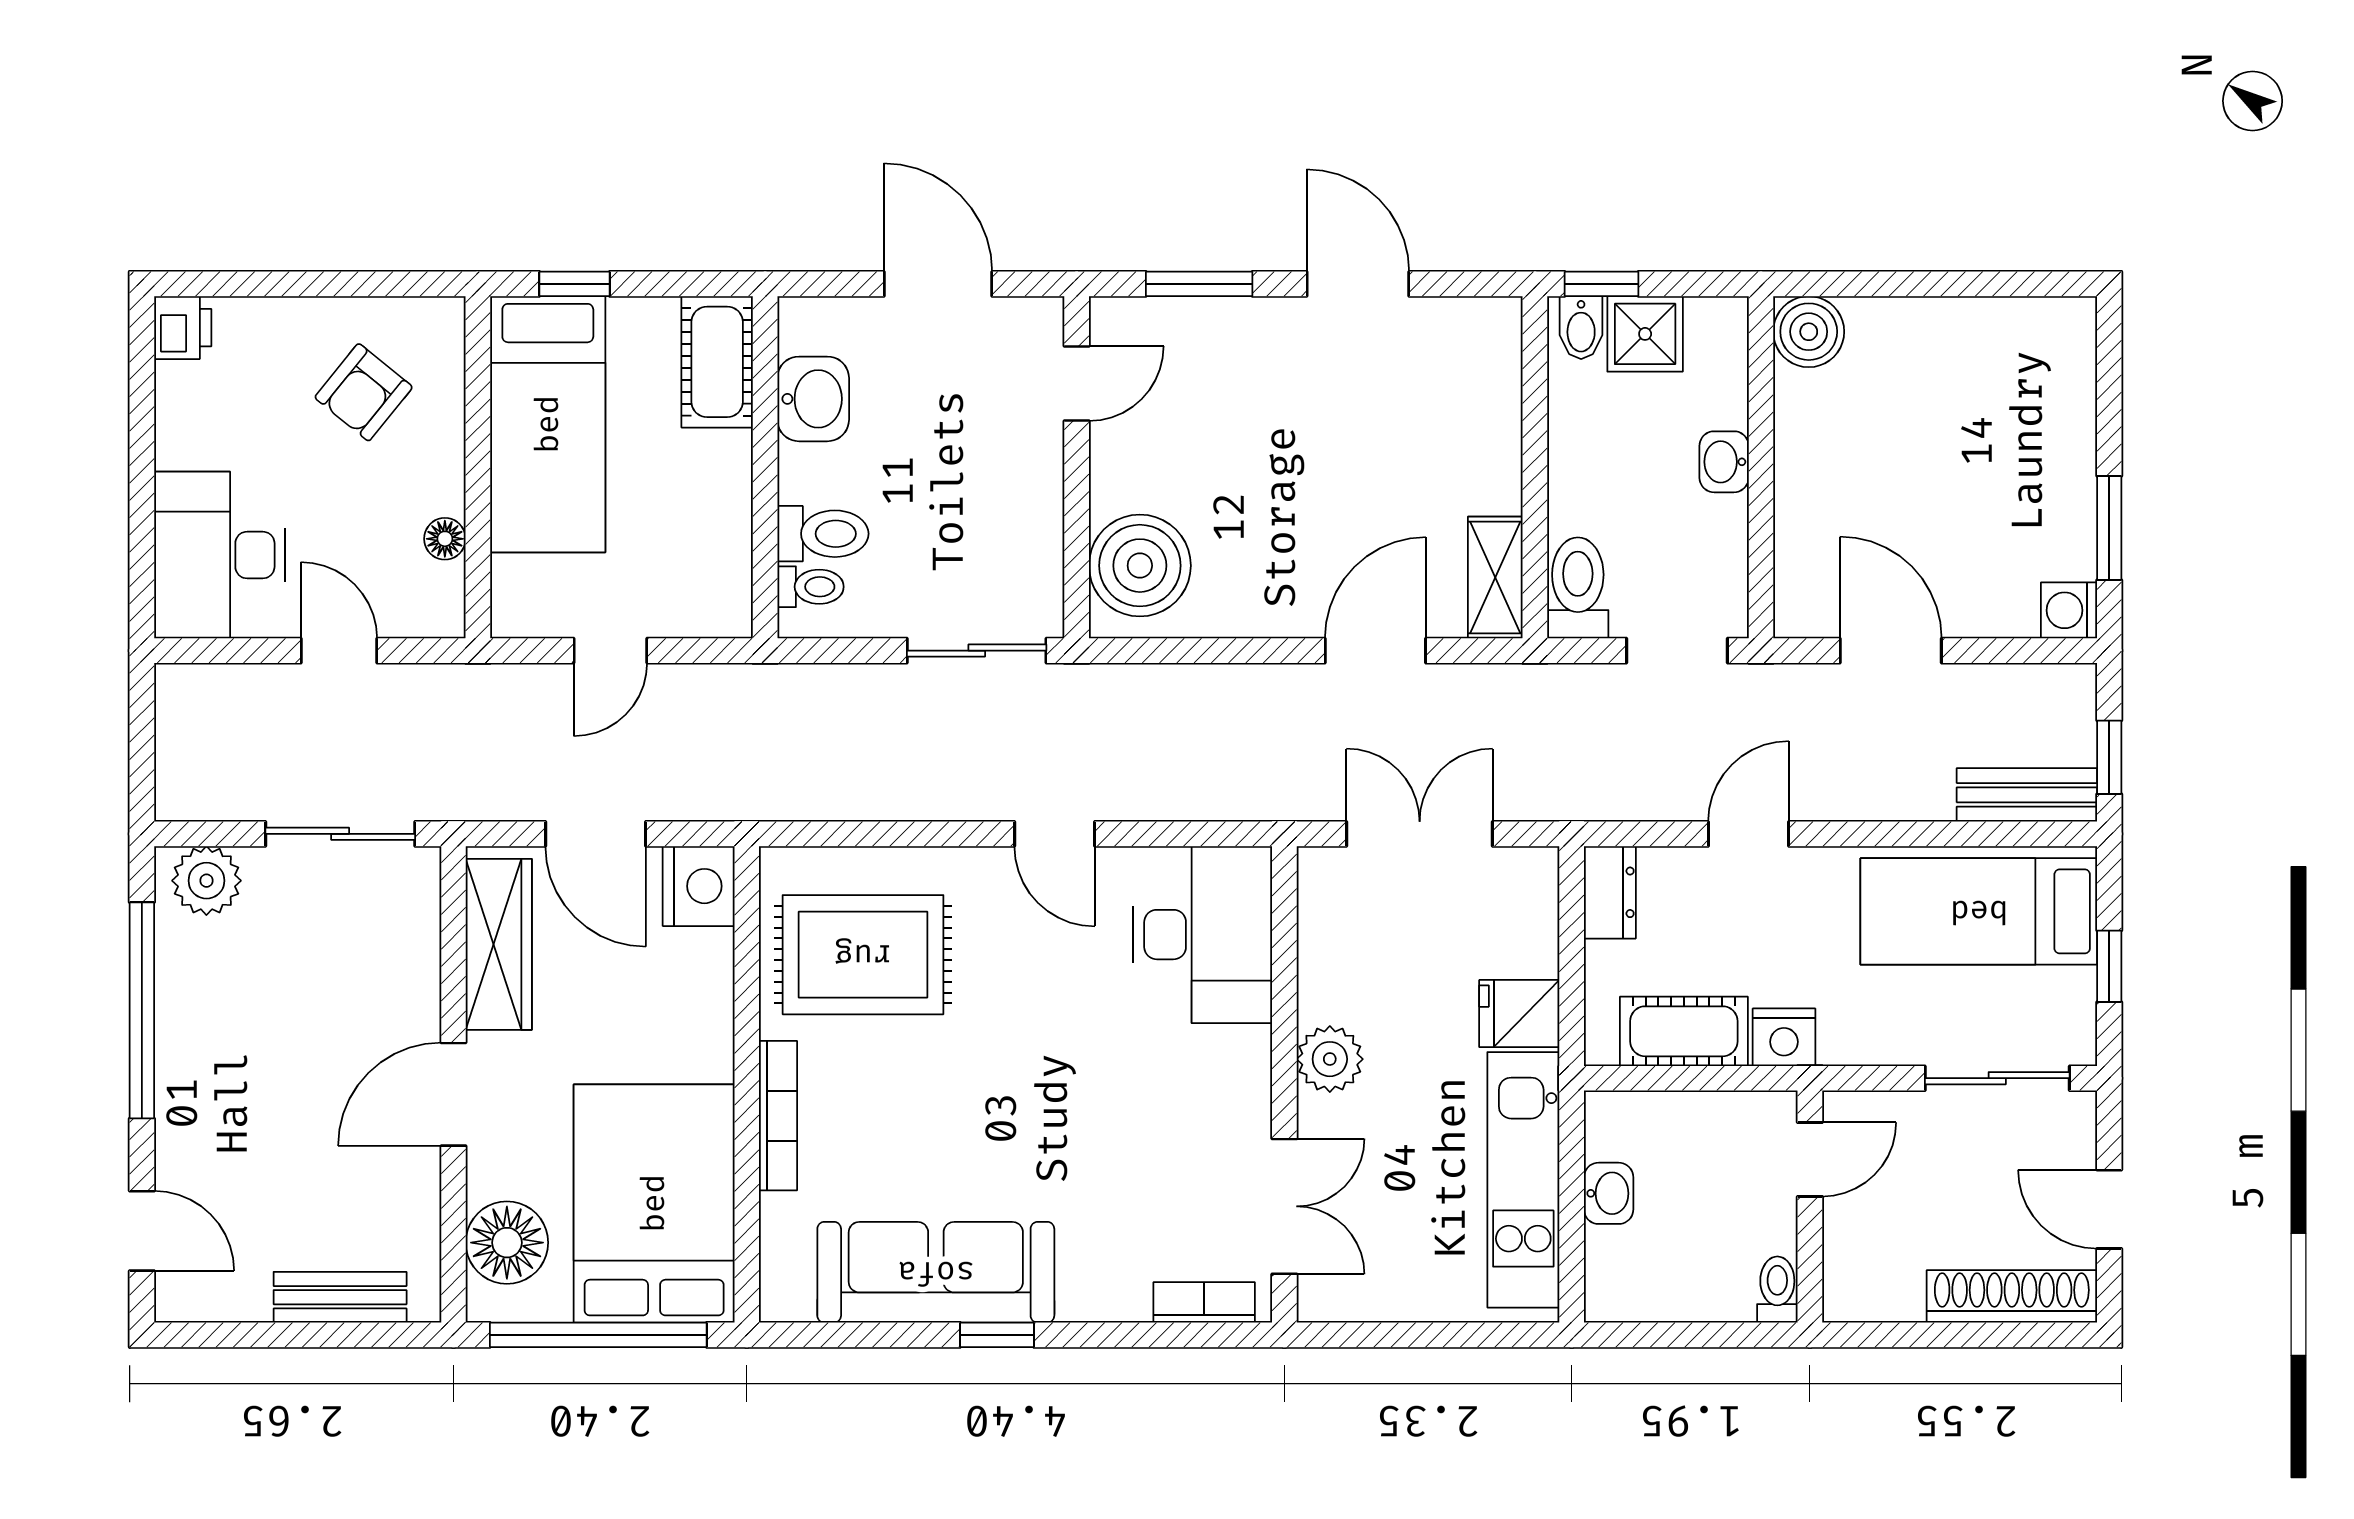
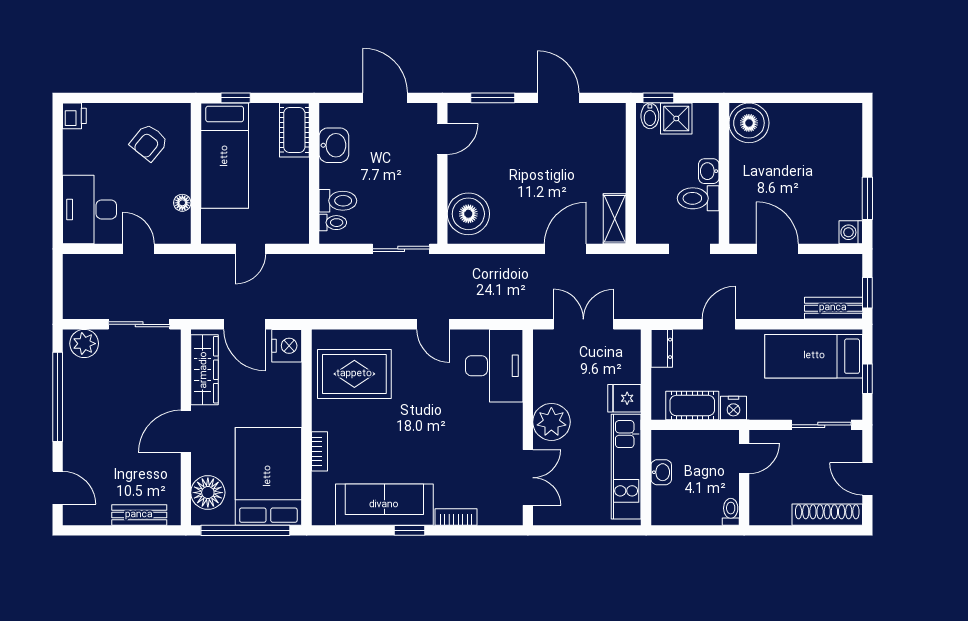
boiler: (1809, 332) -> (749, 123), width x1.37, depth x1.37
toilet: (1578, 588) -> (698, 198), moved, turned -90
plant: (1330, 1059) -> (551, 422), width x1.36, depth x1.36
bookcase: (778, 1116) -> (319, 451), width x0.64
bookcase: (1204, 1302) -> (456, 517), moved

